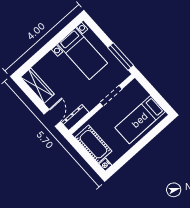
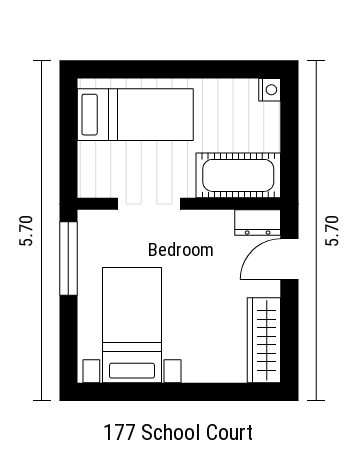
dresser: (75, 118) -> (258, 223), width x0.70
cot: (93, 144) -> (238, 175), moved, turned 90

